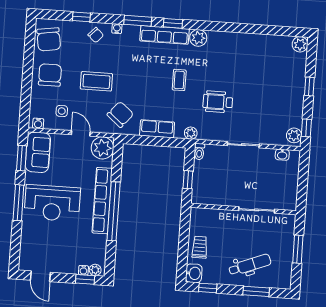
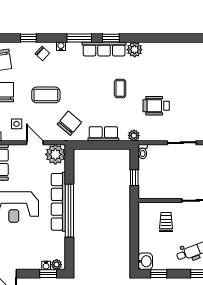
trolley: (200, 247) -> (166, 222), moved

